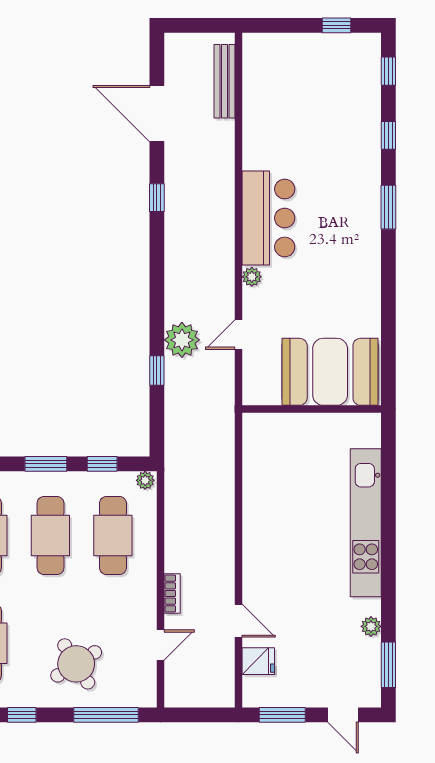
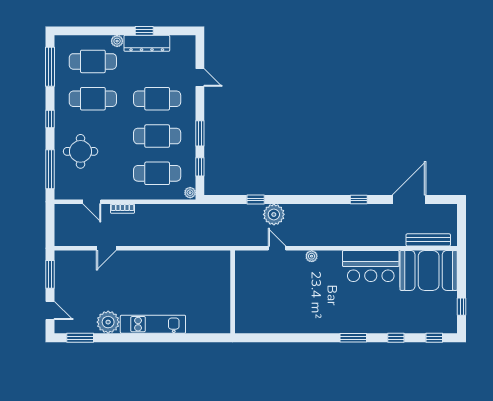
bar counter: (268, 218) -> (371, 266), moved
booth: (330, 372) -> (429, 270), moved, turned 90
kitchen unit: (366, 523) -> (153, 324), width x0.73
plant: (371, 626) -> (108, 322), width x1.87, depth x1.87
fridge: (258, 661) -> (82, 260), removed
round table: (76, 664) -> (81, 151), turned 32
door: (343, 715) -> (50, 311), swing flipped

